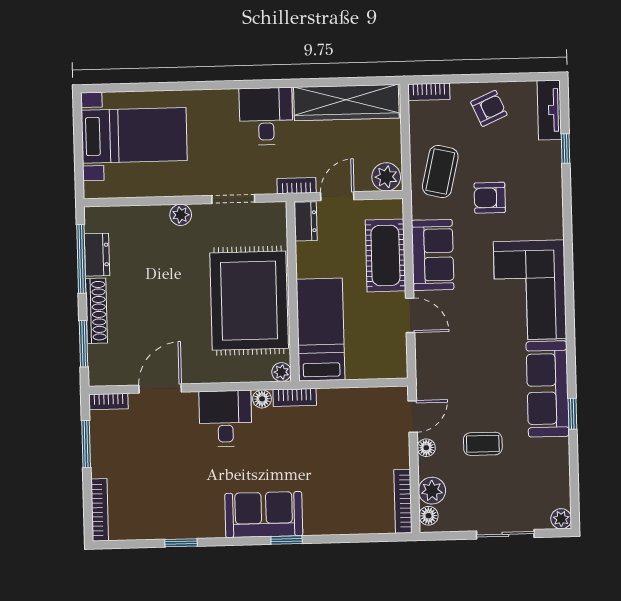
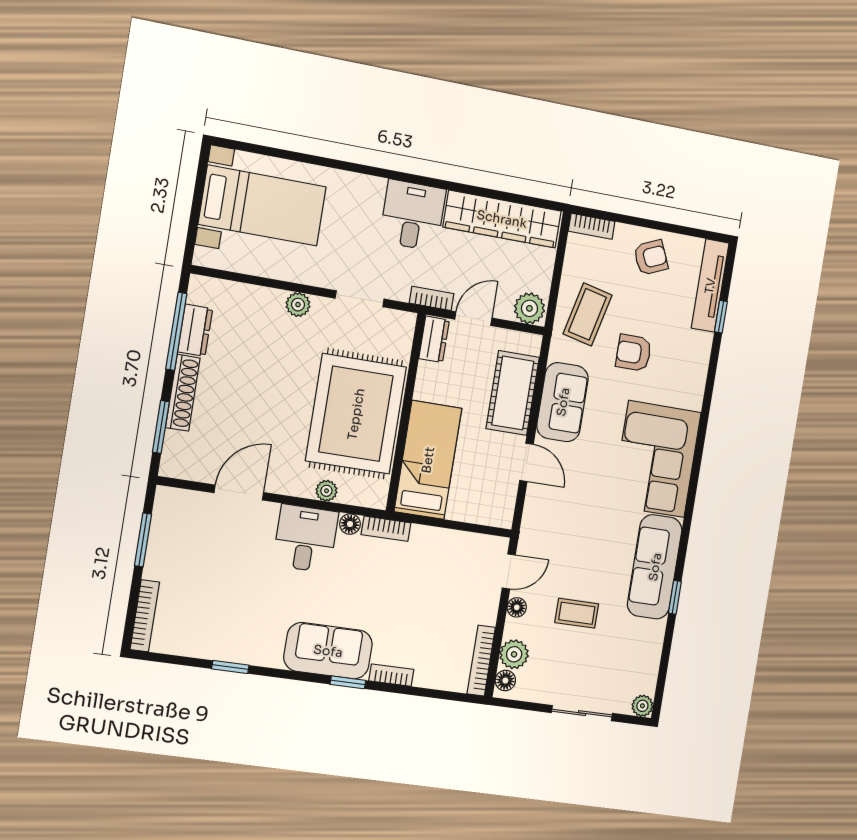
tv unit: (549, 110) -> (710, 286), width x1.41
plant: (281, 372) -> (326, 491), moved
bookcase: (108, 402) -> (391, 675), moved, turned 180

